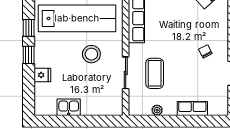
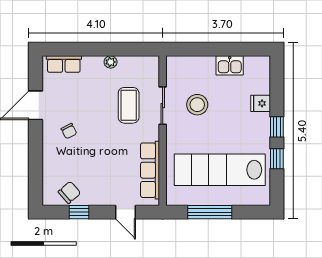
stool: (91, 54) -> (197, 105), moved
row of seats: (192, 108) -> (64, 64), moved
plant: (157, 110) -> (111, 62), moved

